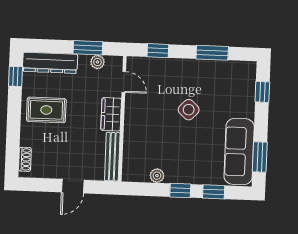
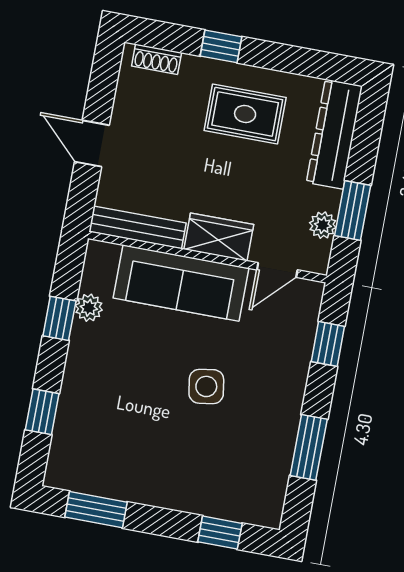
window: (16, 76) -> (221, 46), moved
rug: (46, 110) -> (245, 114), turned 90
side table: (189, 110) -> (206, 386), turned 38
sofa: (239, 151) -> (181, 283), moved, turned 180
window: (180, 190) -> (59, 318), moved

